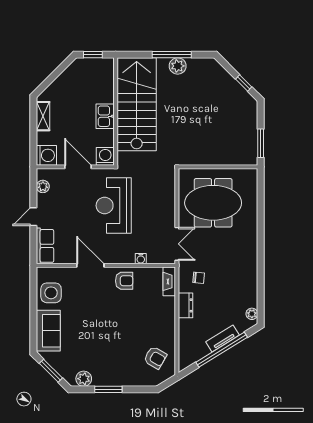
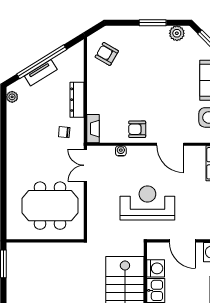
washing machine: (105, 156) -> (156, 268), moved, turned -90
reception desk: (114, 206) -> (147, 203), turned -90
dresser: (185, 305) -> (77, 100), width x1.44

